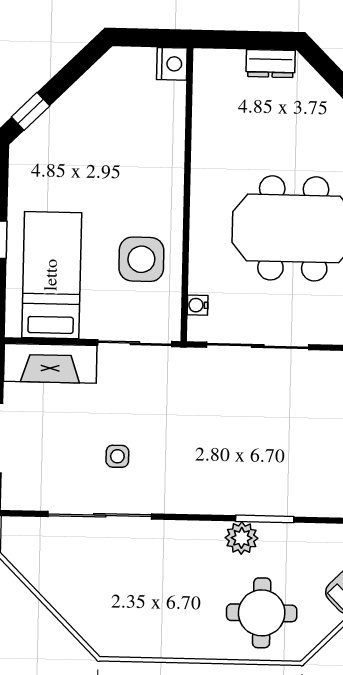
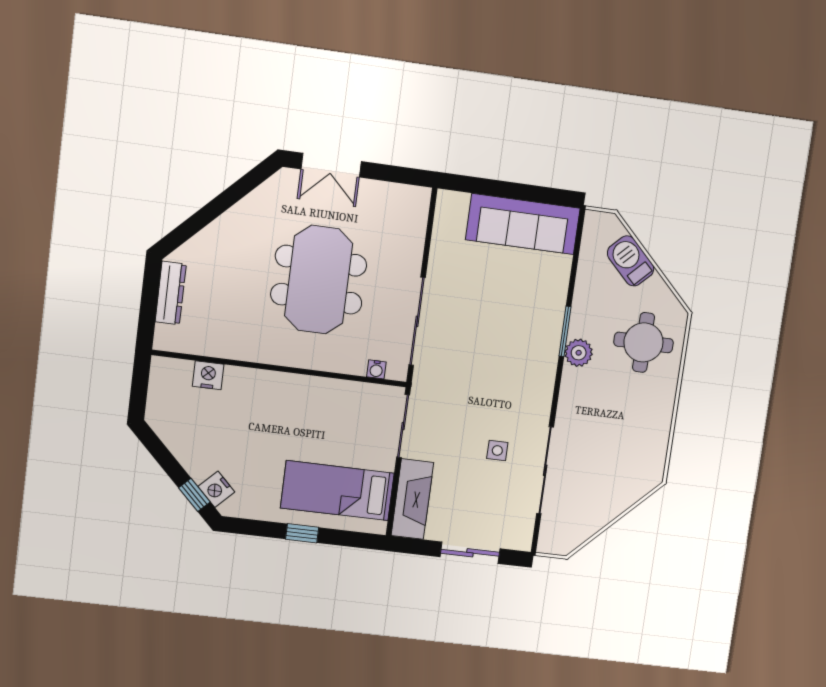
nightstand: (172, 64) -> (208, 375), moved
dresser: (271, 64) -> (171, 293), width x1.44
nightstand: (40, 136) -> (216, 489), added
side table: (141, 259) -> (332, 413), removed

